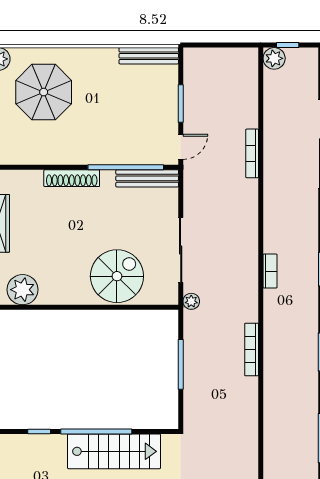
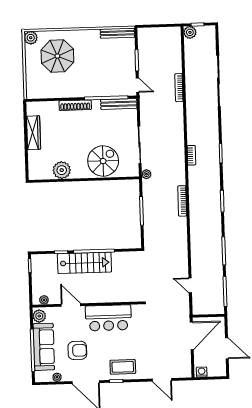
door: (181, 147) -> (138, 85), hinge flipped
plant: (23, 290) -> (62, 170), moved
stairs: (114, 451) -> (84, 263), moved

